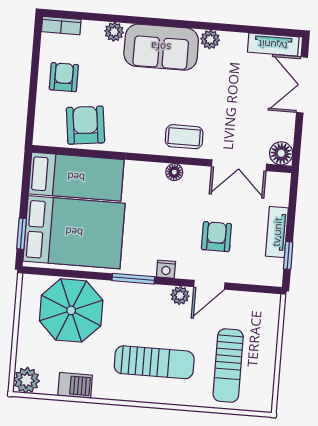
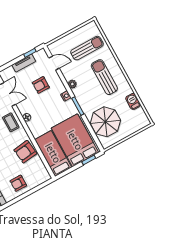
armchair: (85, 125) -> (25, 152), moved
door: (209, 285) -> (54, 63), moved
plant: (27, 380) -> (143, 121), removed

